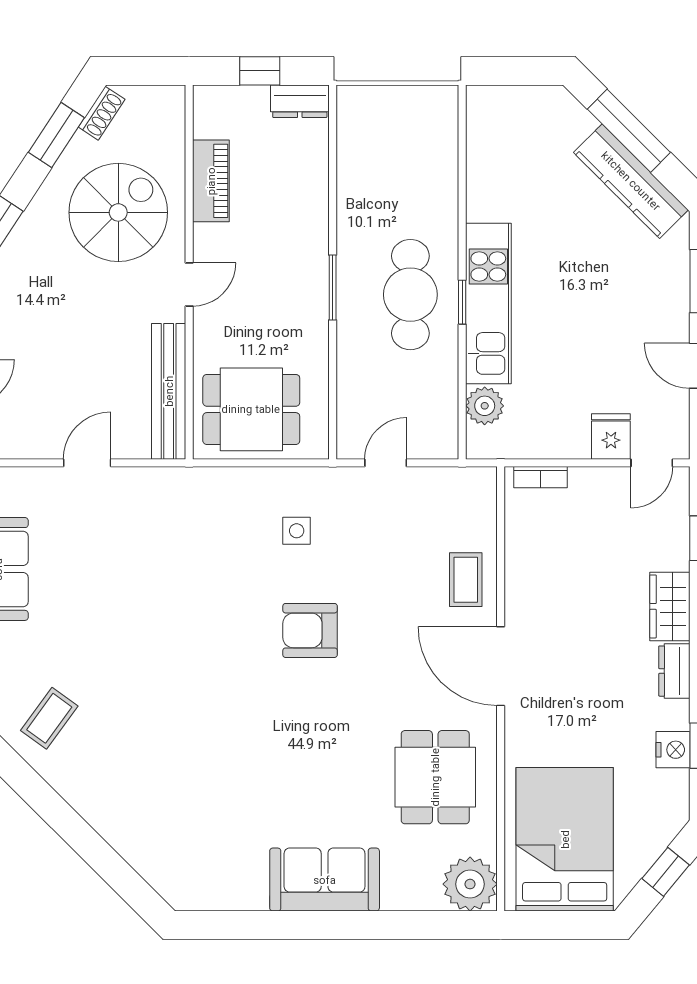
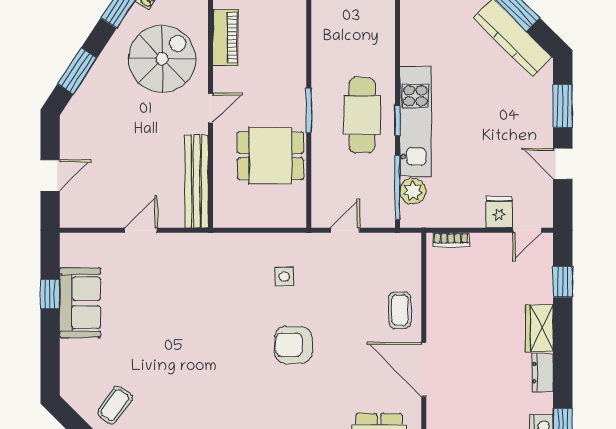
window: (462, 400) -> (397, 188), added
dining table: (251, 409) -> (270, 156), moved

